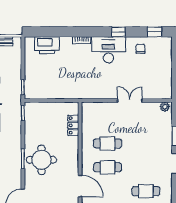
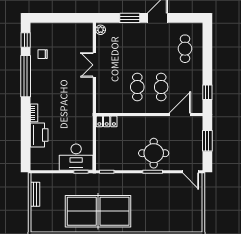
window: (118, 32) -> (26, 76), width x3.17
printer: (47, 45) -> (39, 135), moved
desk: (108, 50) -> (76, 157), moved, turned -90
locker: (73, 125) -> (107, 121), moved

